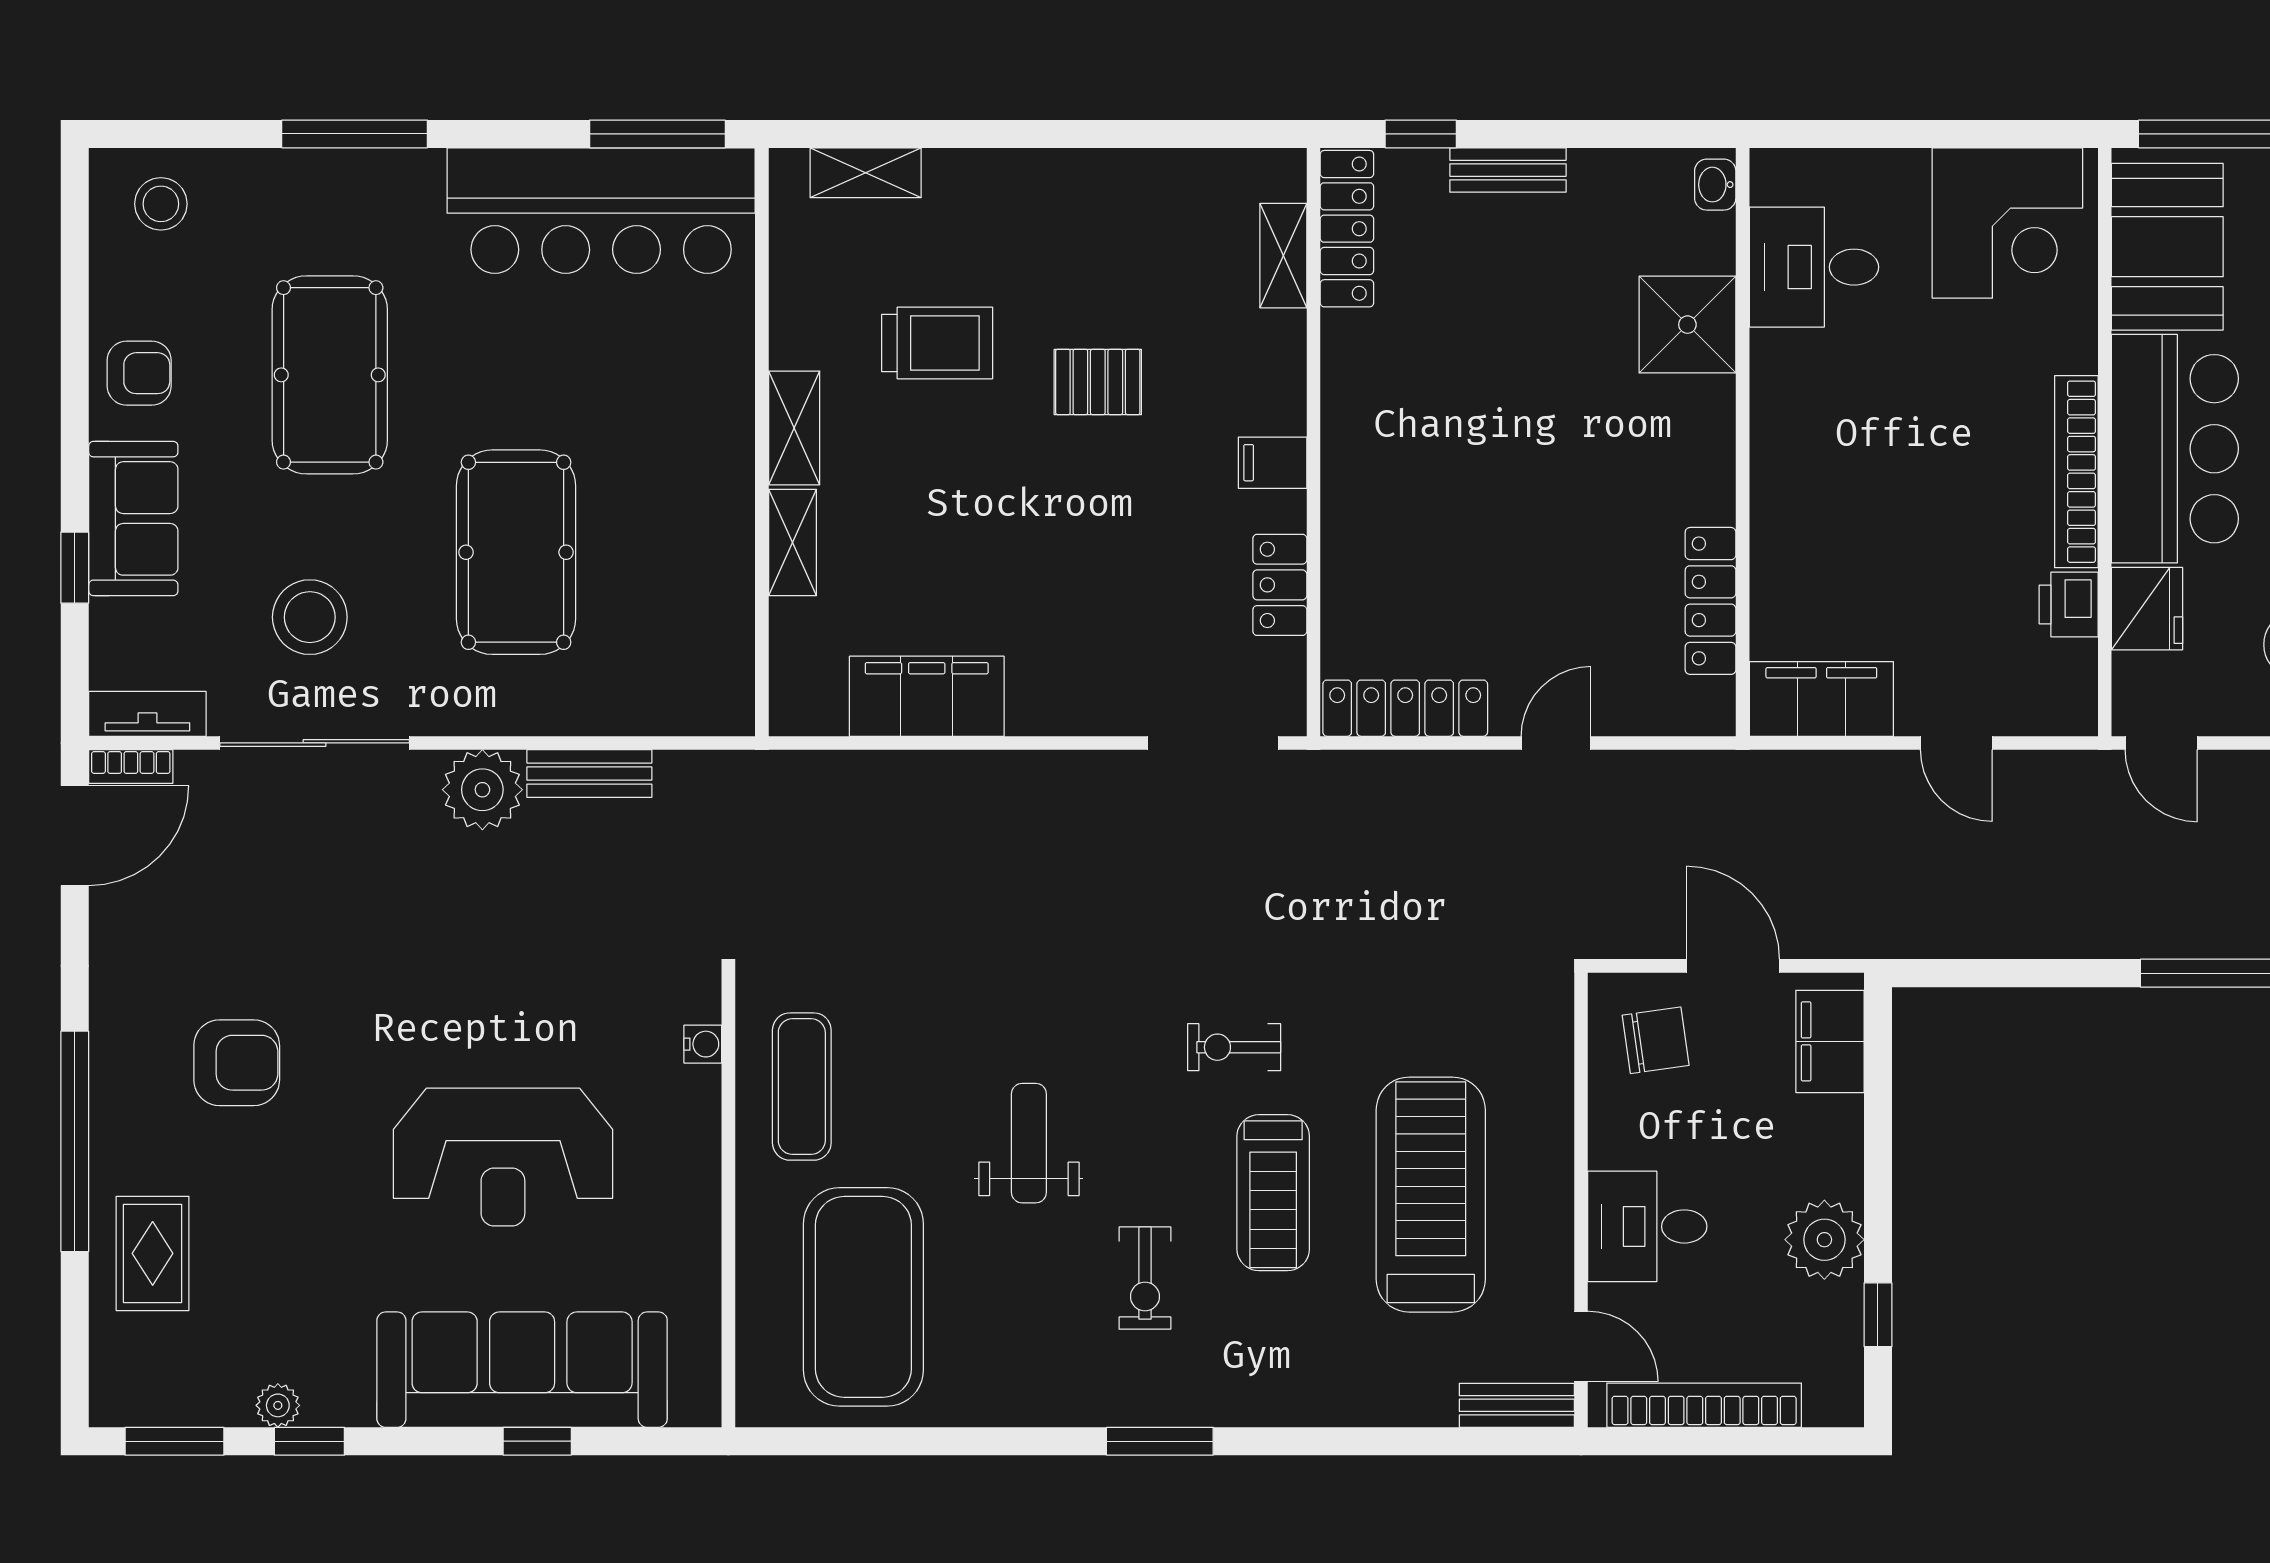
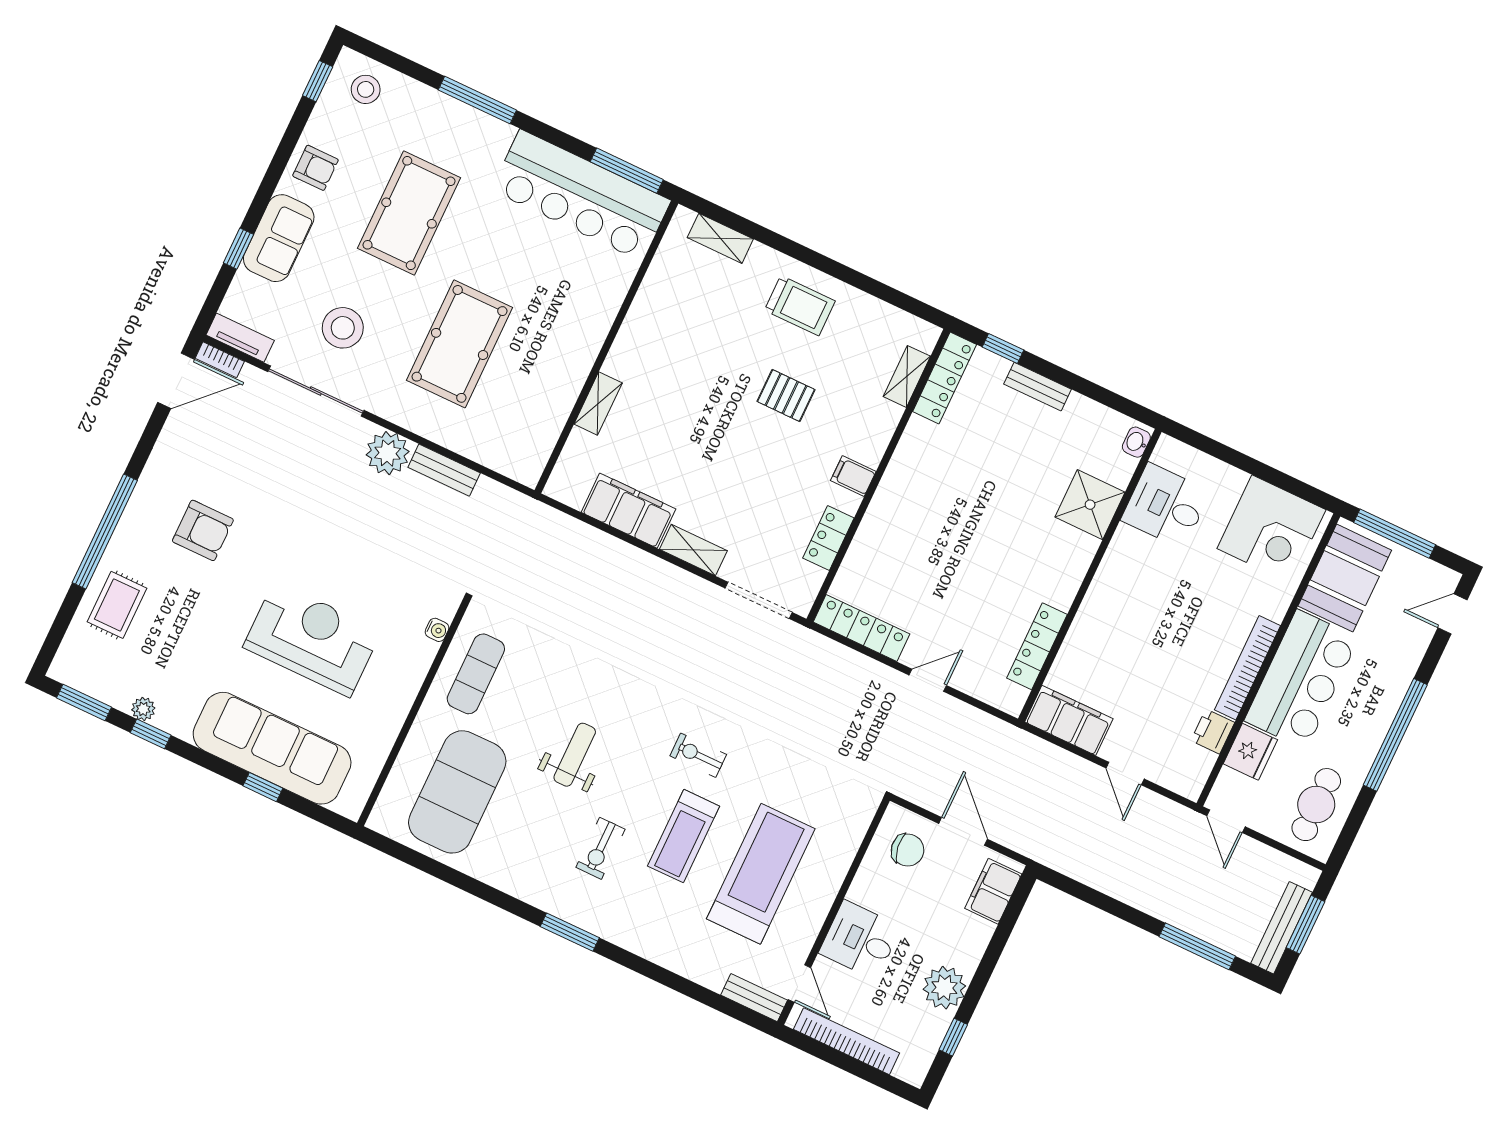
window: (75, 228) -> (318, 81), added
trolley: (937, 343) -> (800, 306), moved
shelving: (794, 428) -> (693, 550), moved, turned 90
reception desk: (503, 1157) -> (312, 639), turned 180

